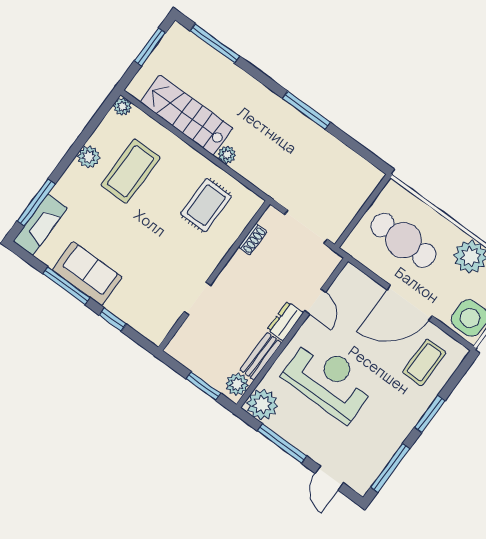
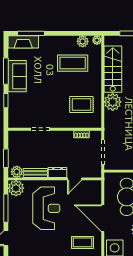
plant: (227, 155) -> (113, 102), width x1.87, depth x1.87
plant: (89, 157) -> (83, 41), moved

